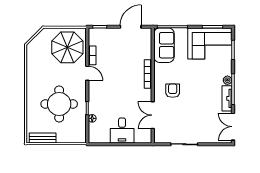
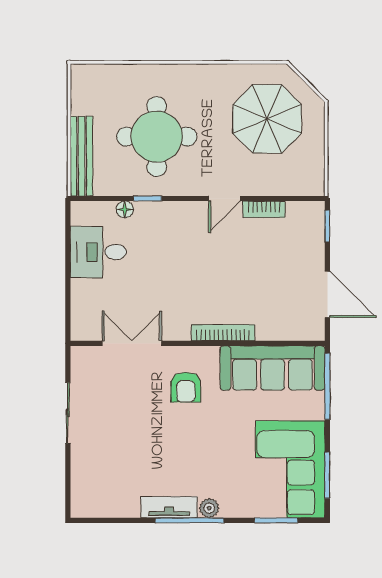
sofa: (164, 45) -> (273, 368), width x1.36
parasol: (67, 47) -> (267, 119), moved
armchair: (173, 91) -> (186, 387), turned 90
double door: (233, 127) -> (107, 520), removed
desk: (122, 130) -> (98, 252), moved
bench: (43, 138) -> (81, 156), moved, width x1.36

